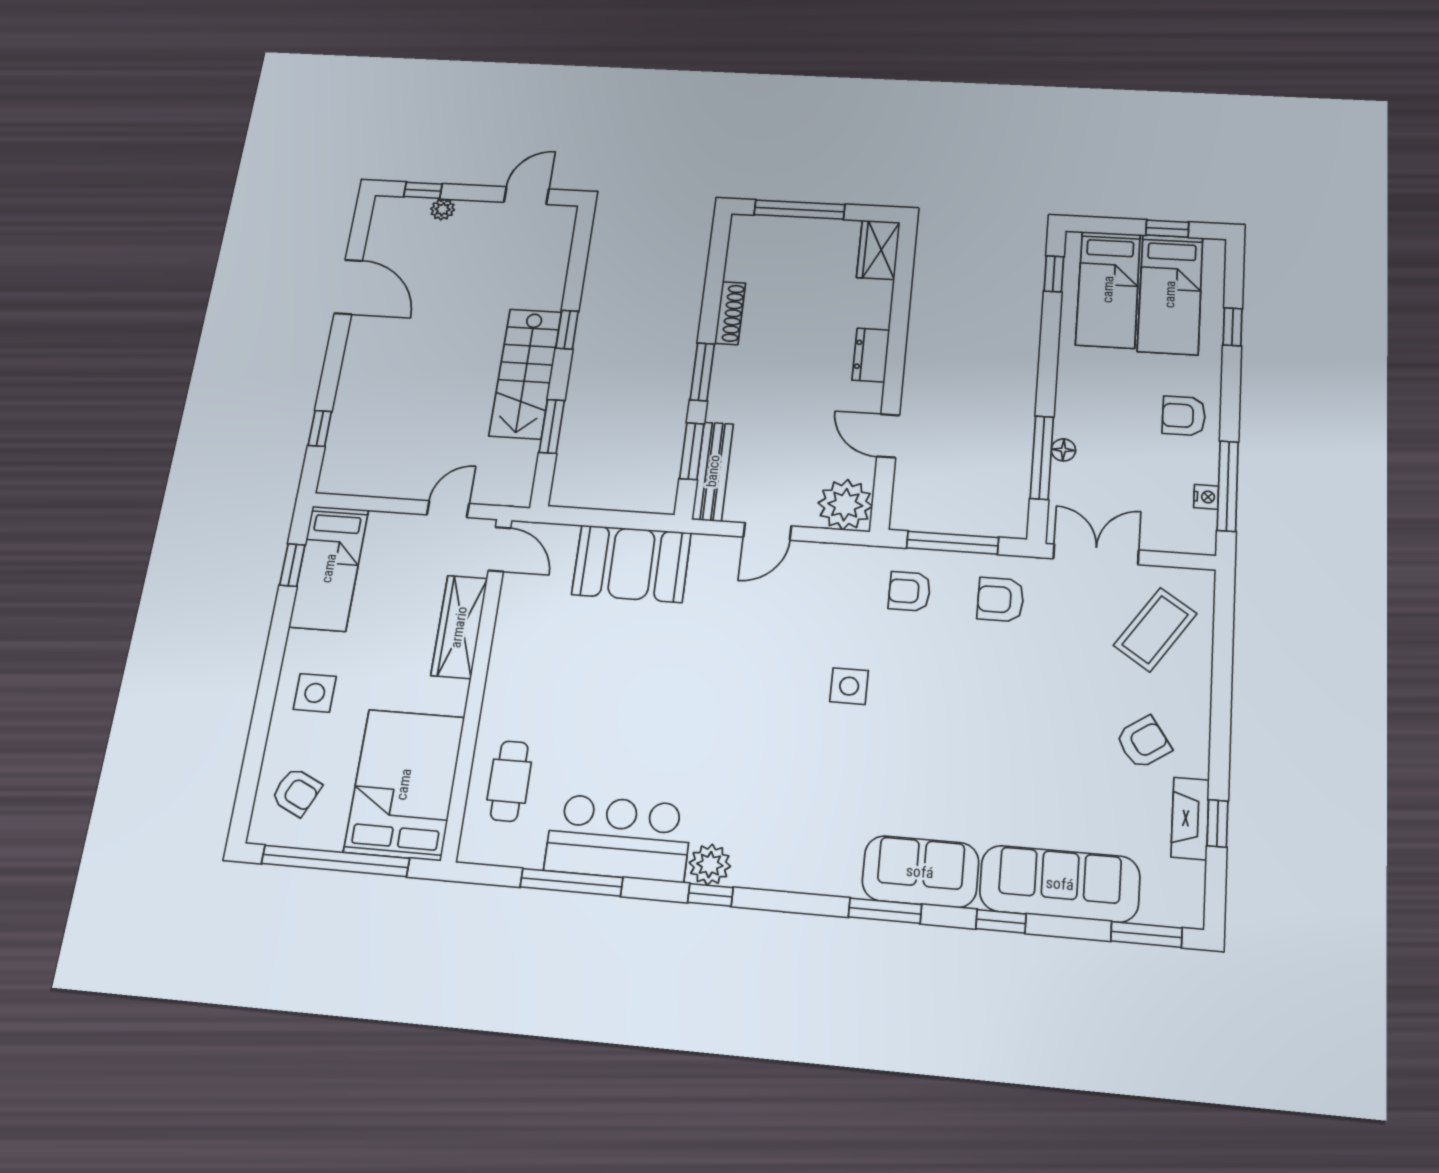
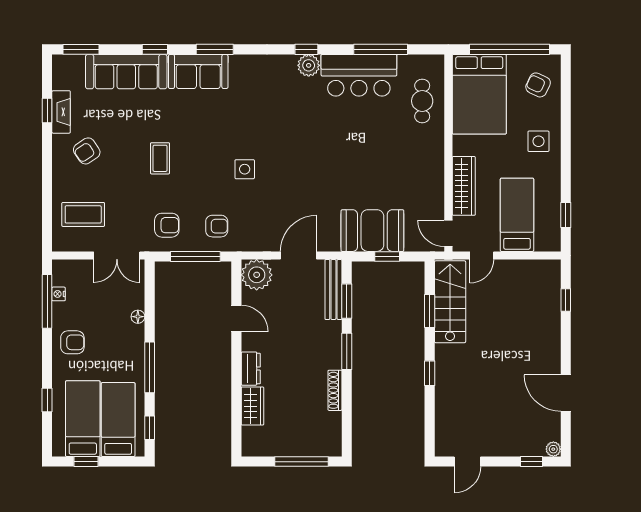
plant: (443, 209) -> (553, 449), moved
wardrobe: (878, 250) -> (252, 406), moved
stairs: (525, 374) -> (450, 302), moved
window: (1042, 458) -> (150, 367), moved
window: (612, 519) -> (387, 256), added
door: (767, 531) -> (299, 255), width x1.38
bed: (329, 568) -> (517, 215), moved
coffee table: (1155, 630) -> (83, 214), turned 56
coffee table: (1005, 718) -> (160, 158), added

